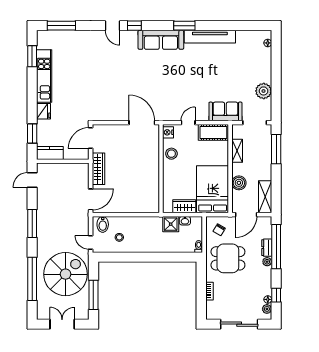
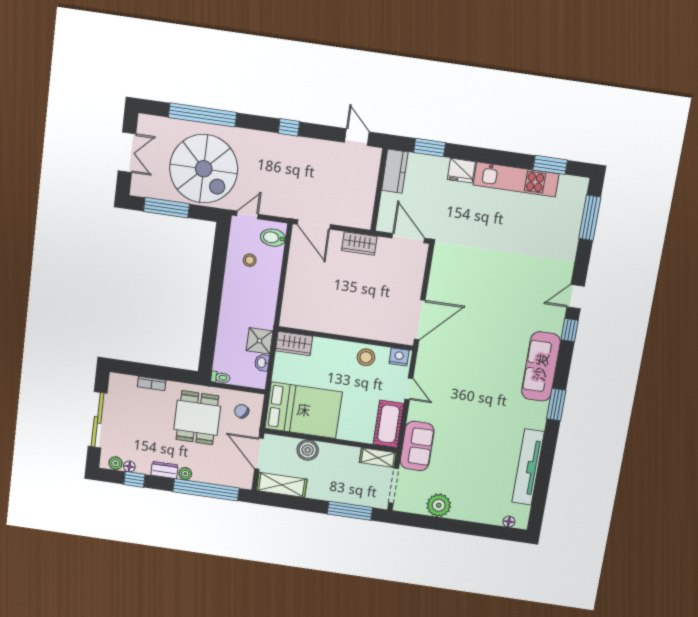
tv unit: (210, 37) -> (528, 467), moved
shelving: (237, 151) -> (378, 458), moved
wardrobe: (99, 169) -> (359, 243), width x0.67
wardrobe: (184, 206) -> (294, 344), moved, turned 90
window: (32, 224) -> (289, 127), width x0.46
dresser: (267, 248) -> (164, 470), moved

